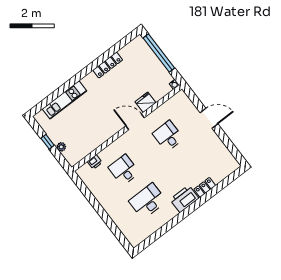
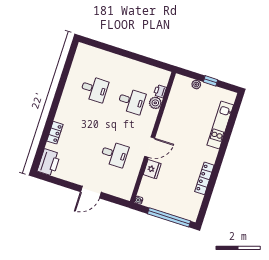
plant: (105, 155) -> (155, 103), added
printer: (184, 199) -> (49, 162), moved
desk: (148, 201) -> (94, 89), width x0.73

